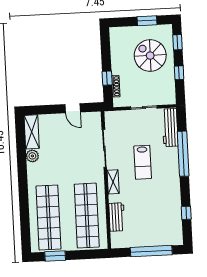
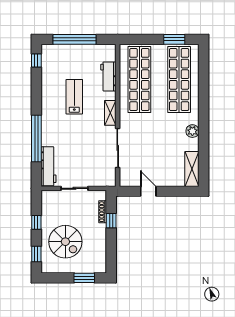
window: (147, 21) -> (84, 278), moved
plant: (32, 156) -> (192, 131), moved
lab bench: (143, 162) -> (74, 97), moved
window: (186, 213) -> (36, 60), moved

